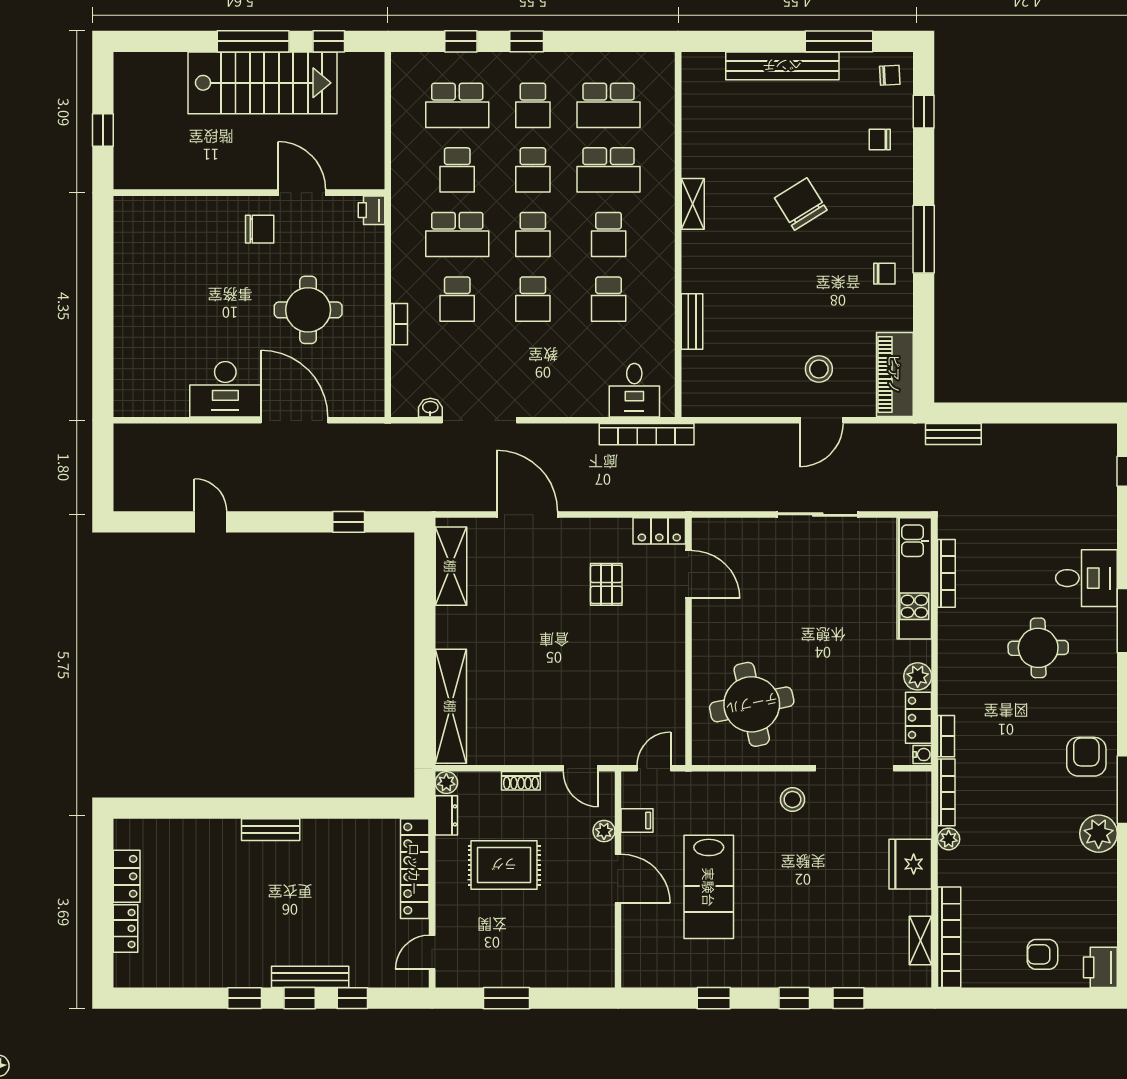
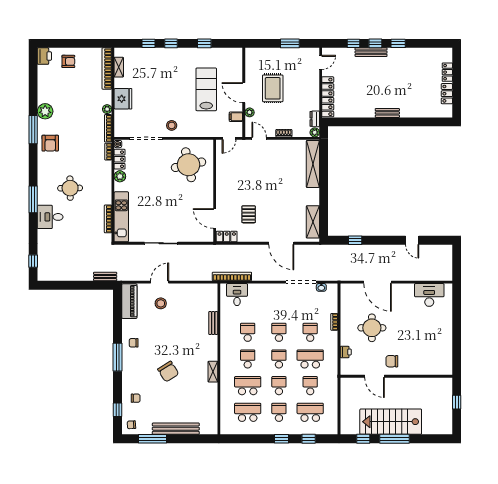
printer: (371, 210) -> (346, 352), moved
desk: (225, 389) -> (429, 295), moved
rug: (504, 865) -> (273, 88), moved, turned 90

